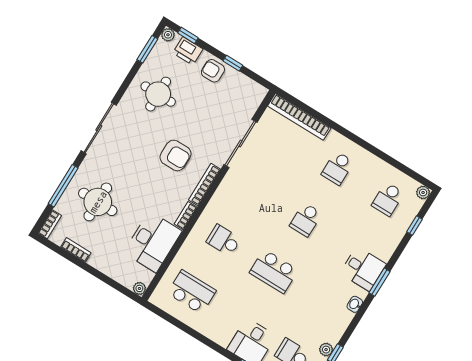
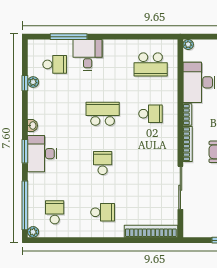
school desk: (338, 168) -> (103, 212), turned 90
window: (414, 226) -> (25, 205), width x3.17
desk: (363, 269) -> (42, 154), width x1.37

